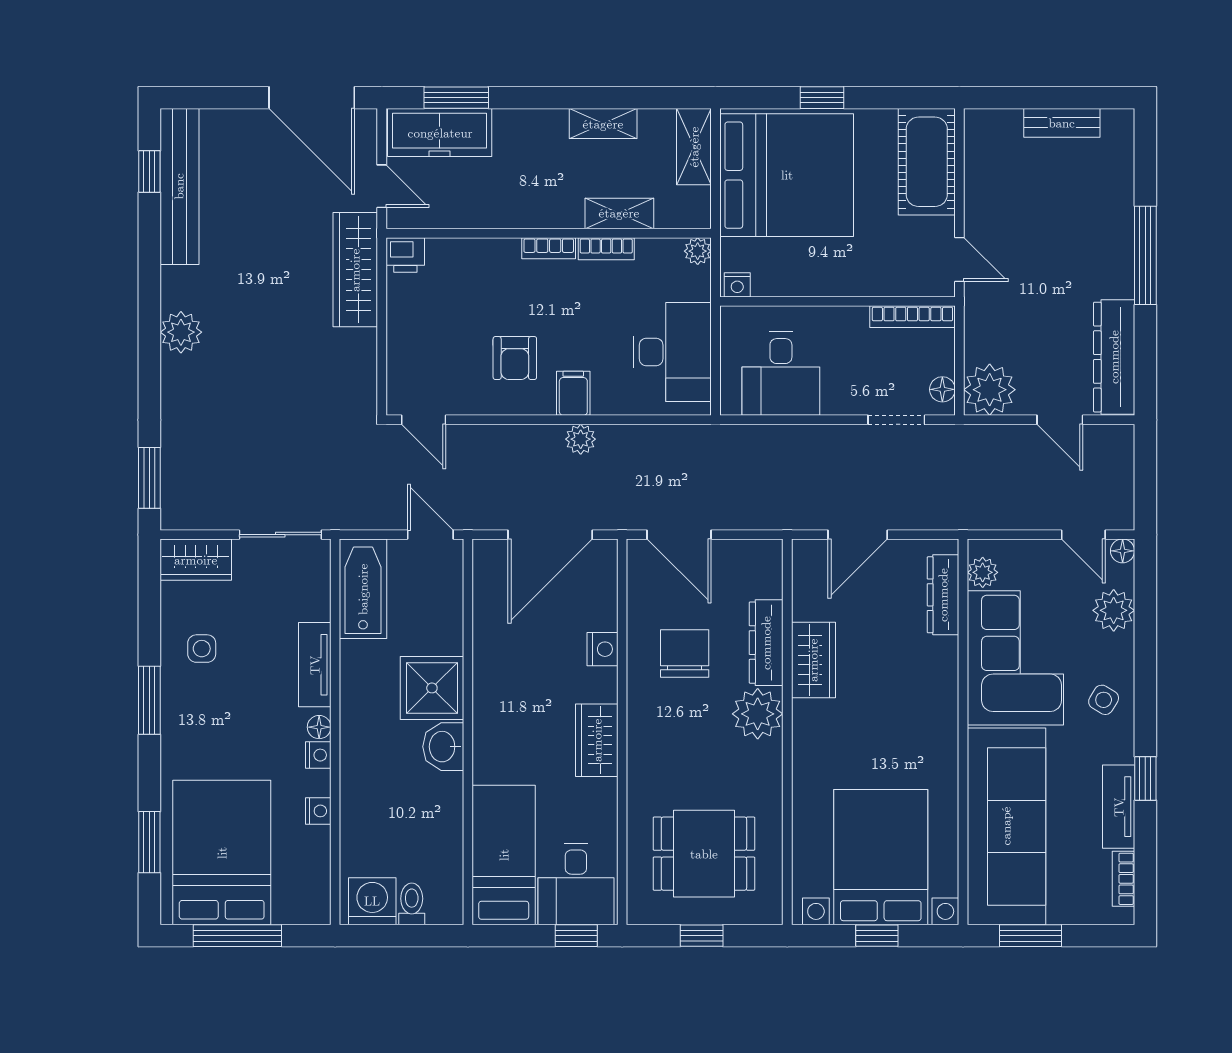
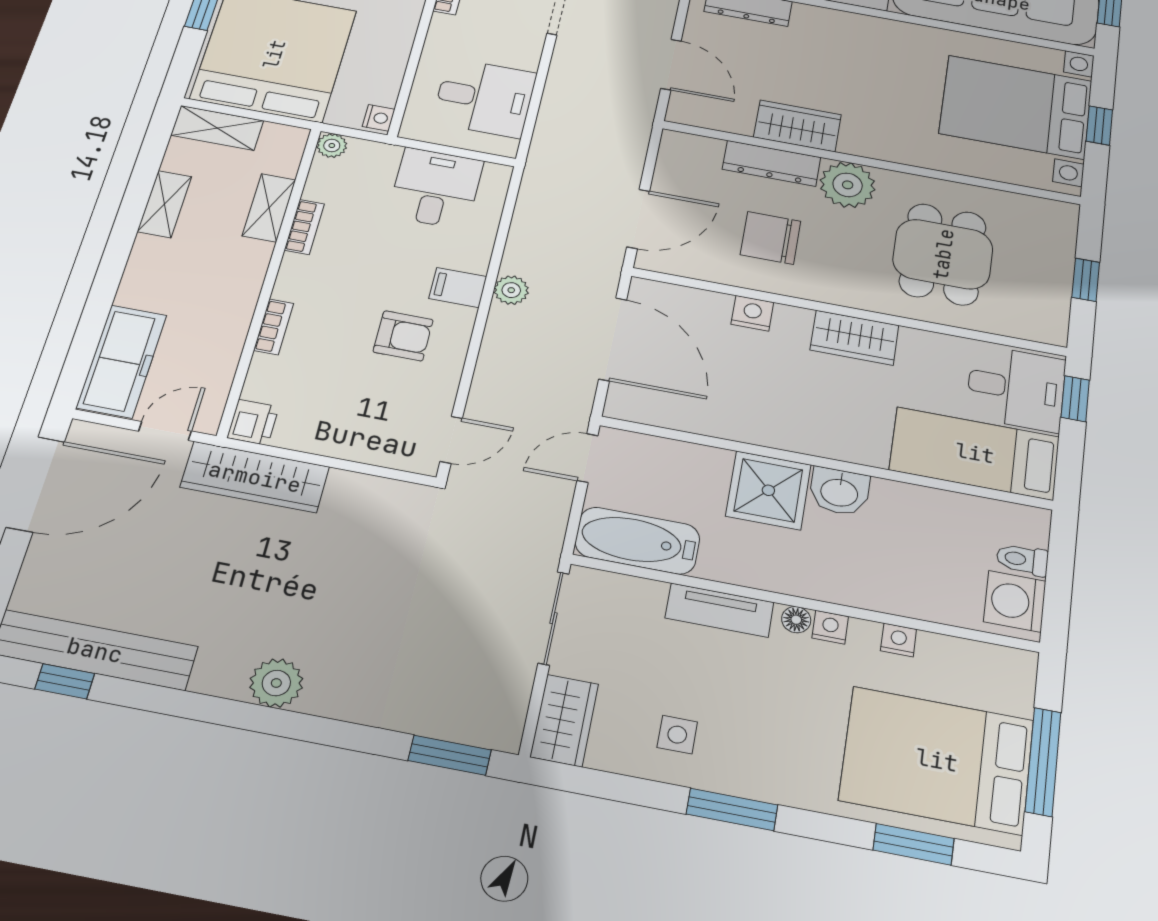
window: (456, 98) -> (87, 337), removed
bookcase: (549, 248) -> (274, 327), moved
desk: (672, 352) -> (436, 188), width x0.73
dining table: (704, 854) -> (943, 254), moved

